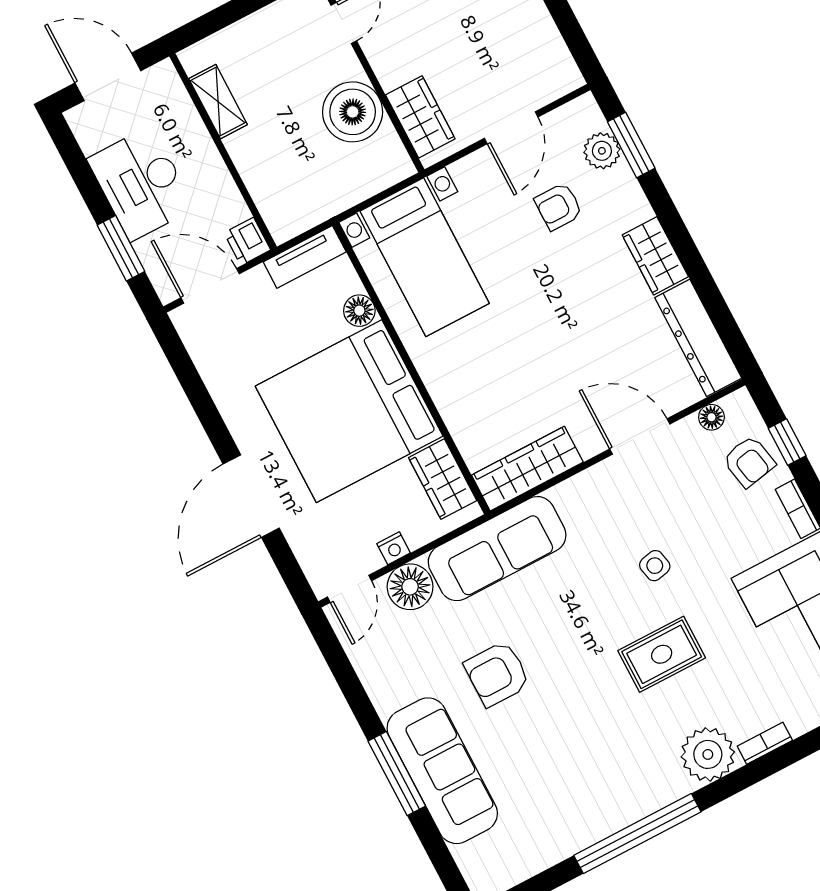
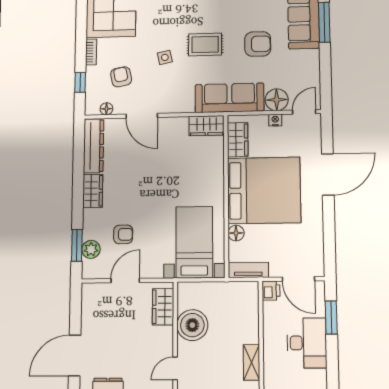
armchair: (749, 462) -> (121, 77), moved
wardrobe: (527, 469) -> (207, 126), width x0.67
rug: (662, 654) -> (205, 44), moved

